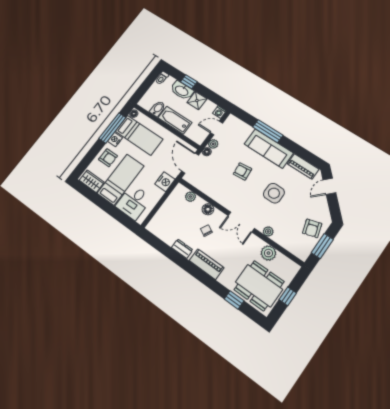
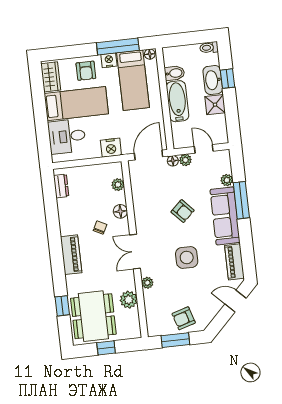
washing machine: (219, 112) -> (222, 137), removed
plant: (248, 130) -> (227, 180), added
armchair: (242, 171) -> (183, 211), turned 143
dresser: (182, 249) -> (61, 186), moved

